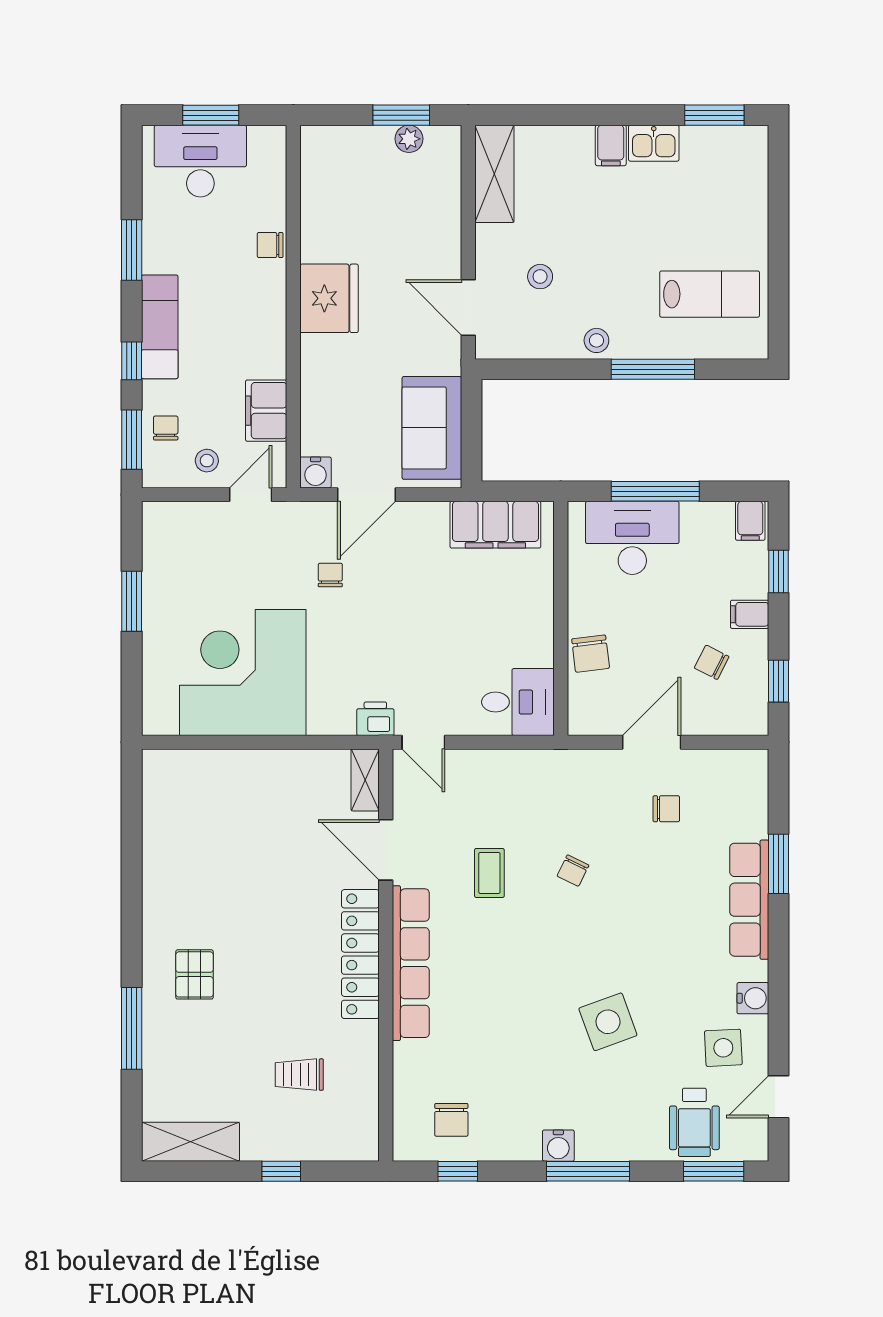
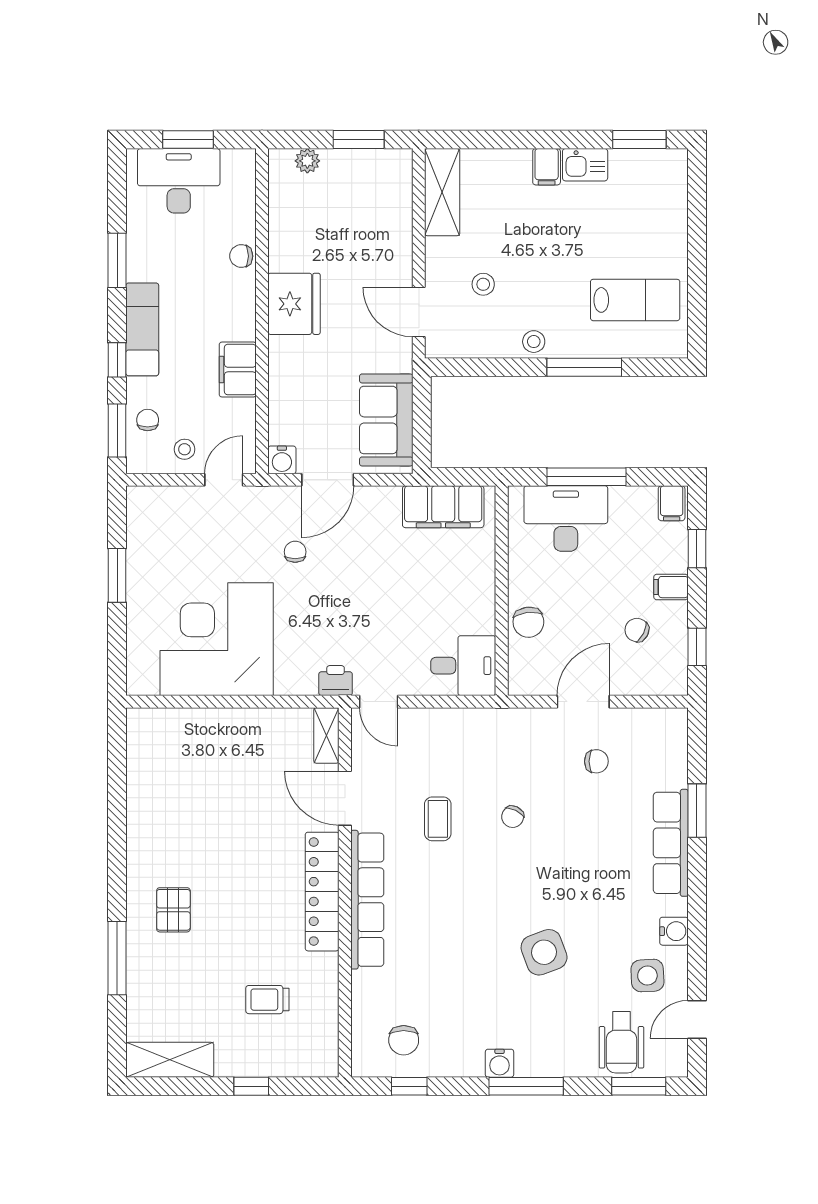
plant: (409, 139) -> (307, 161), moved
filing cabinet: (266, 411) -> (238, 370), moved

